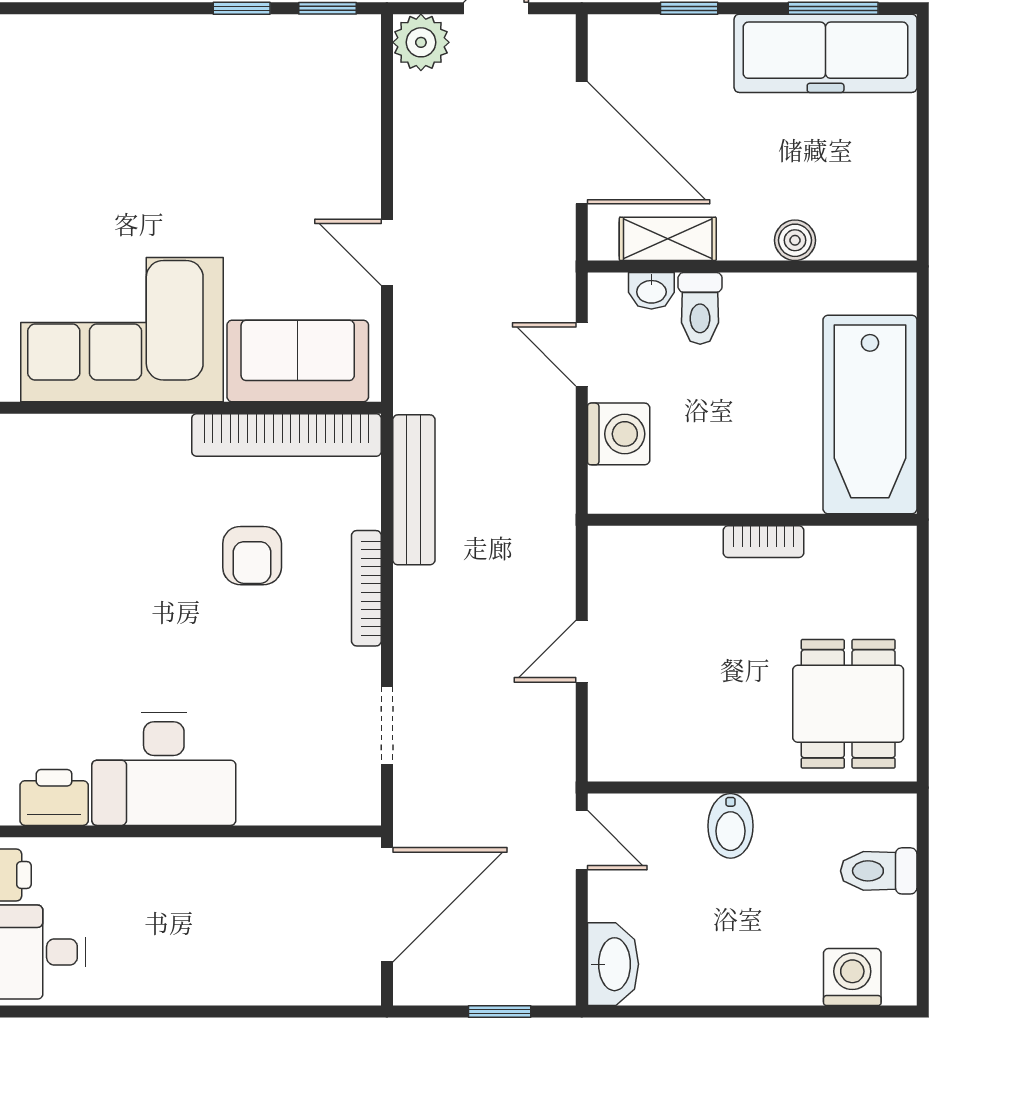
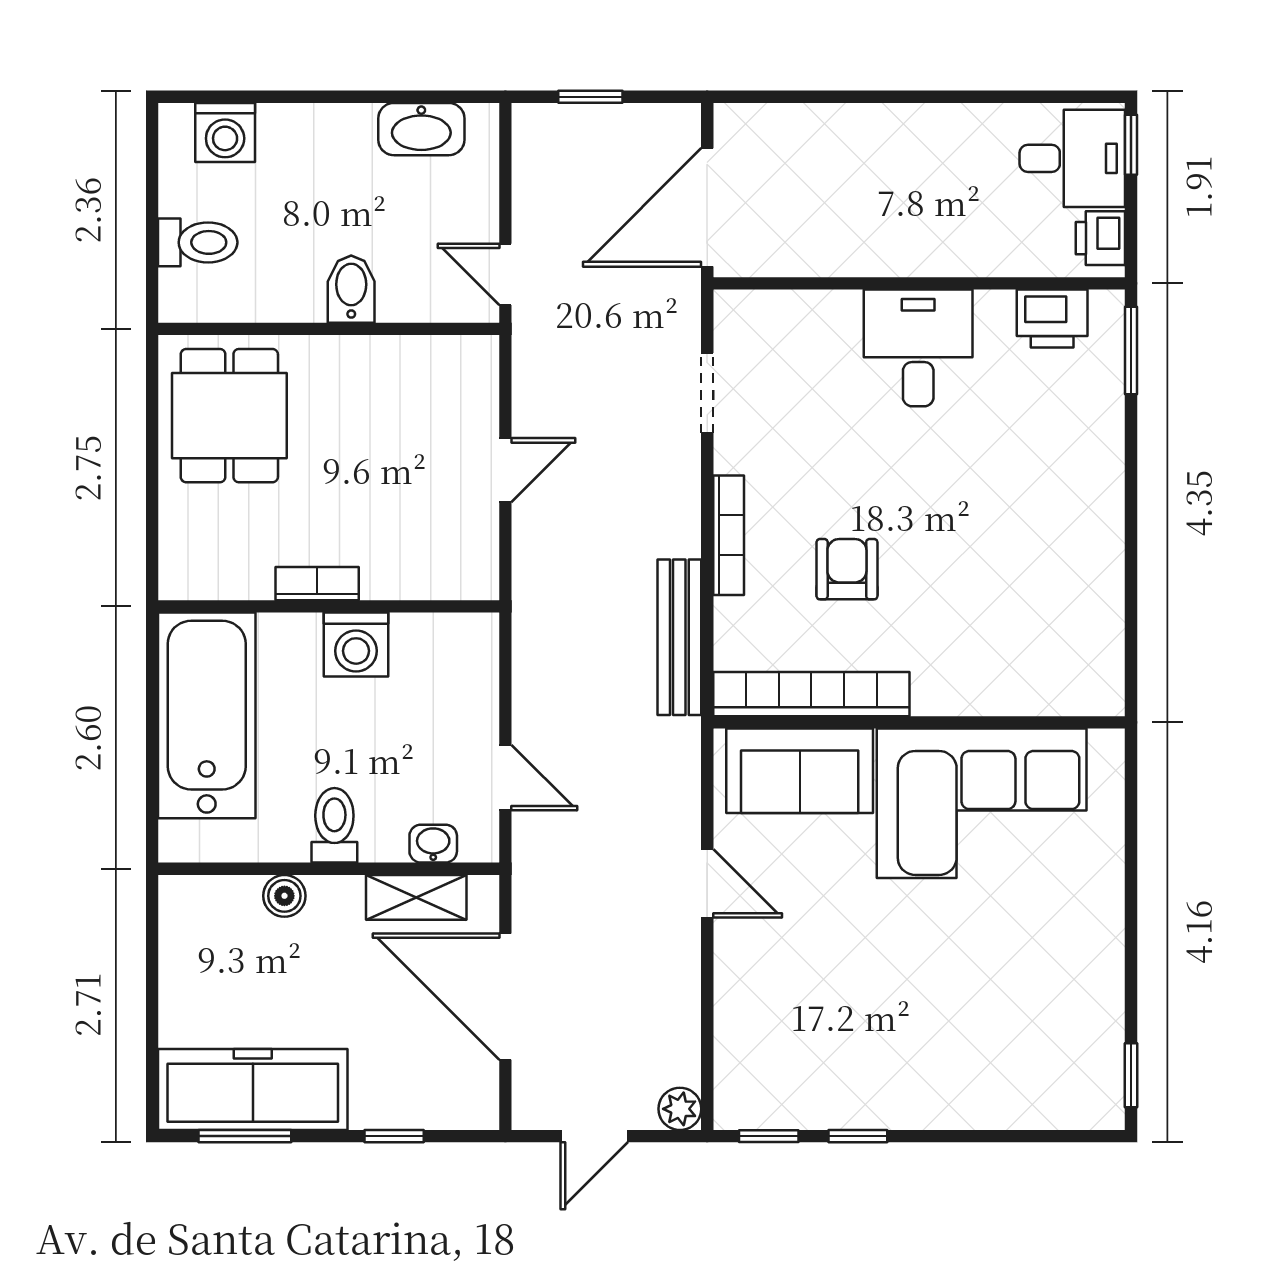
plant: (421, 42) -> (680, 1109), width x0.73, depth x0.73
toilet: (700, 308) -> (334, 825), moved
washing machine: (619, 434) -> (356, 645), moved, turned -90
desk: (164, 769) -> (918, 348), width x0.73
washbasin: (613, 964) -> (421, 129), moved, turned -90

